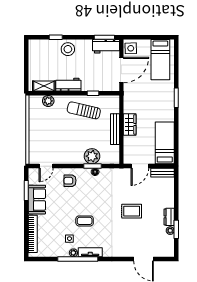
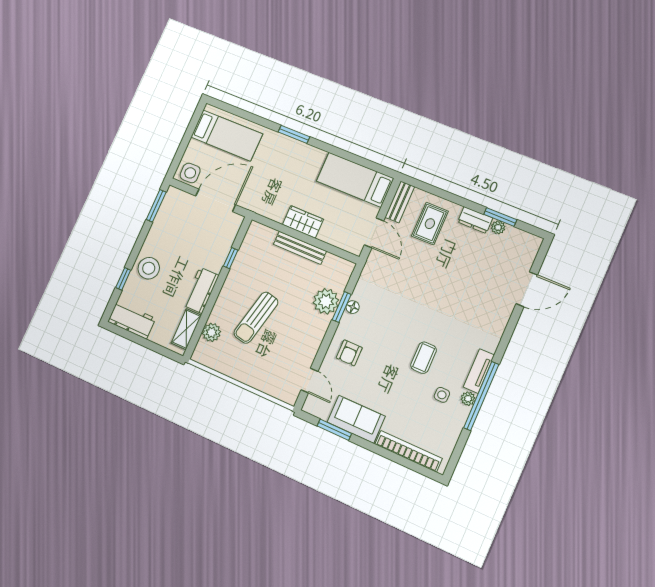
workbench: (106, 46) -> (132, 320), moved, turned -90
door: (121, 70) -> (216, 200), hinge flipped
sun lounger: (84, 110) -> (256, 318), moved
rug: (132, 211) -> (430, 224), moved

